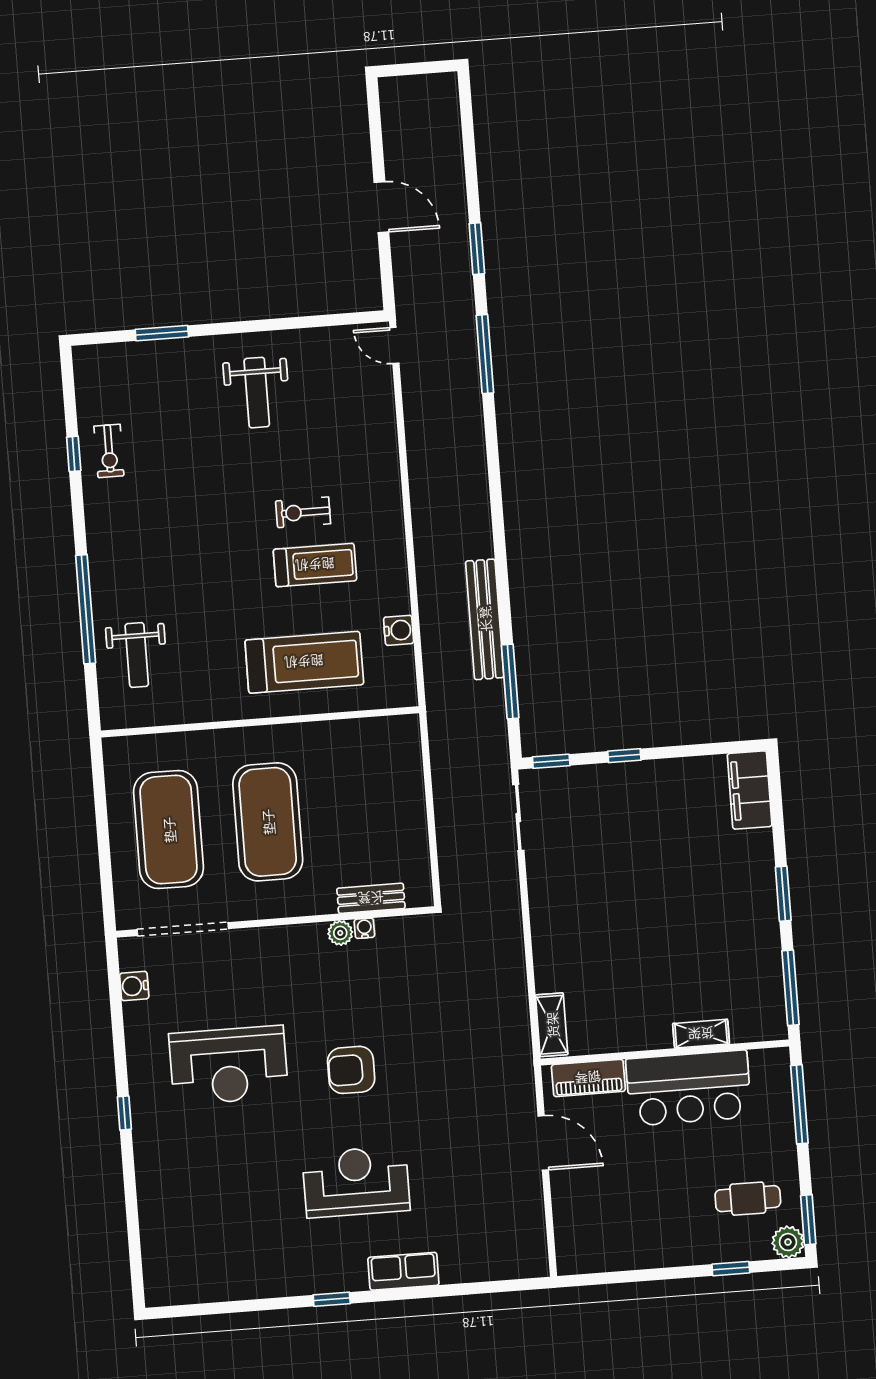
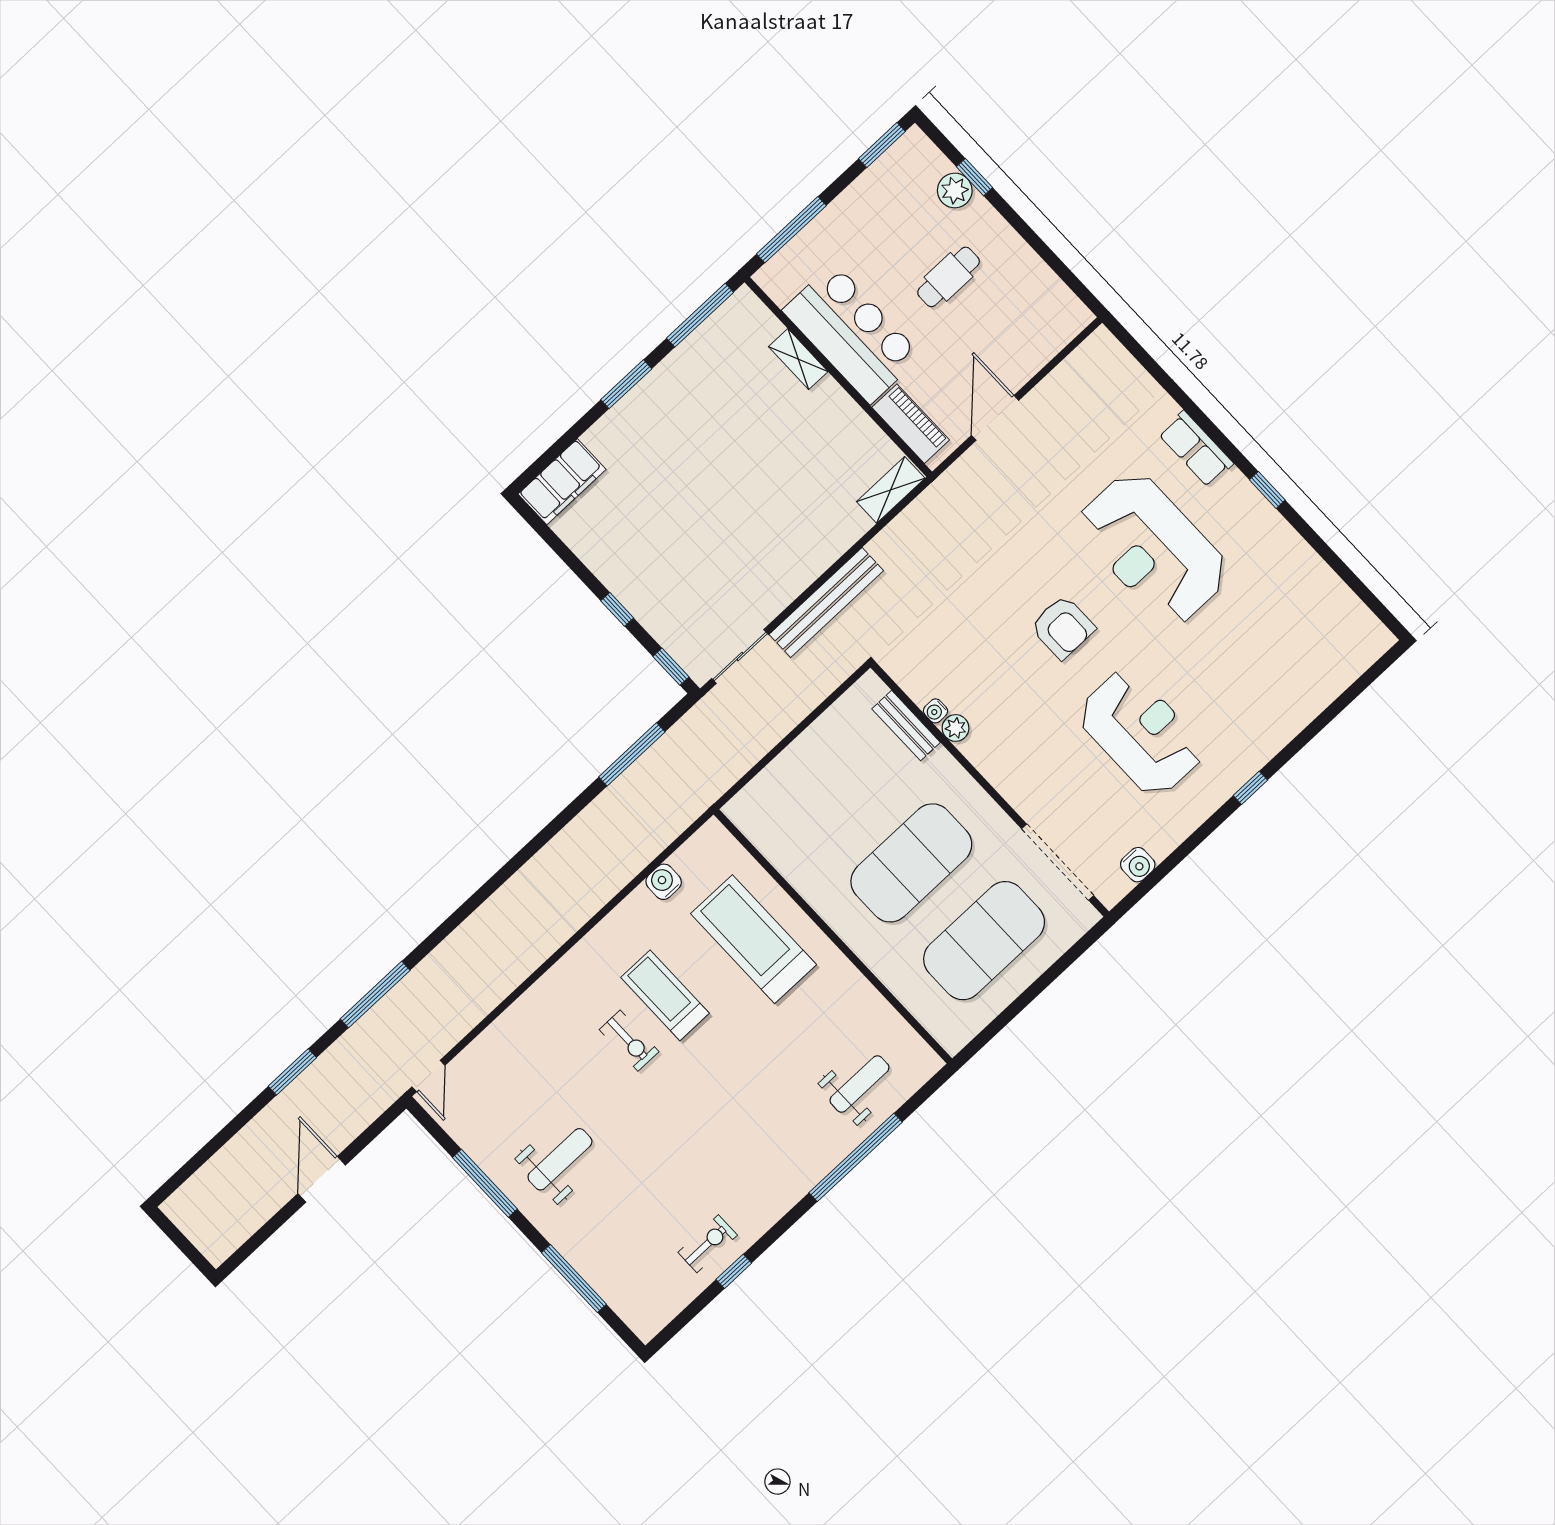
window: (283, 324) -> (485, 1183), added
window: (162, 333) -> (574, 1278), width x1.44
bench: (485, 619) -> (826, 603), moved
reception desk: (356, 1182) -> (1153, 548), width x1.36, depth x1.30
cafe table: (748, 1199) -> (949, 277), moved, turned 90
plant: (788, 1242) -> (955, 190), moved

